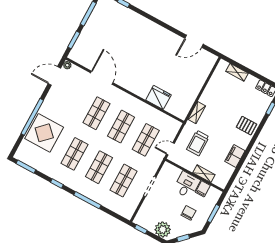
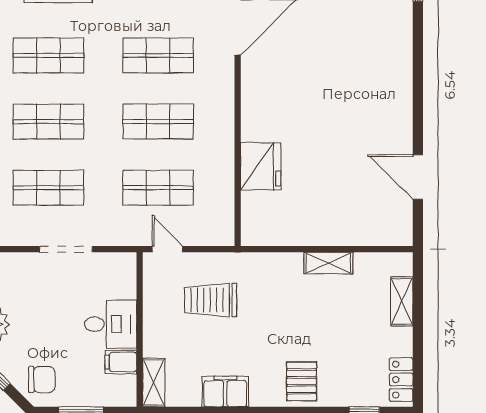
shelving: (197, 113) -> (328, 263), moved
shelving: (204, 174) -> (154, 382), moved
chair: (188, 213) -> (42, 380), moved

